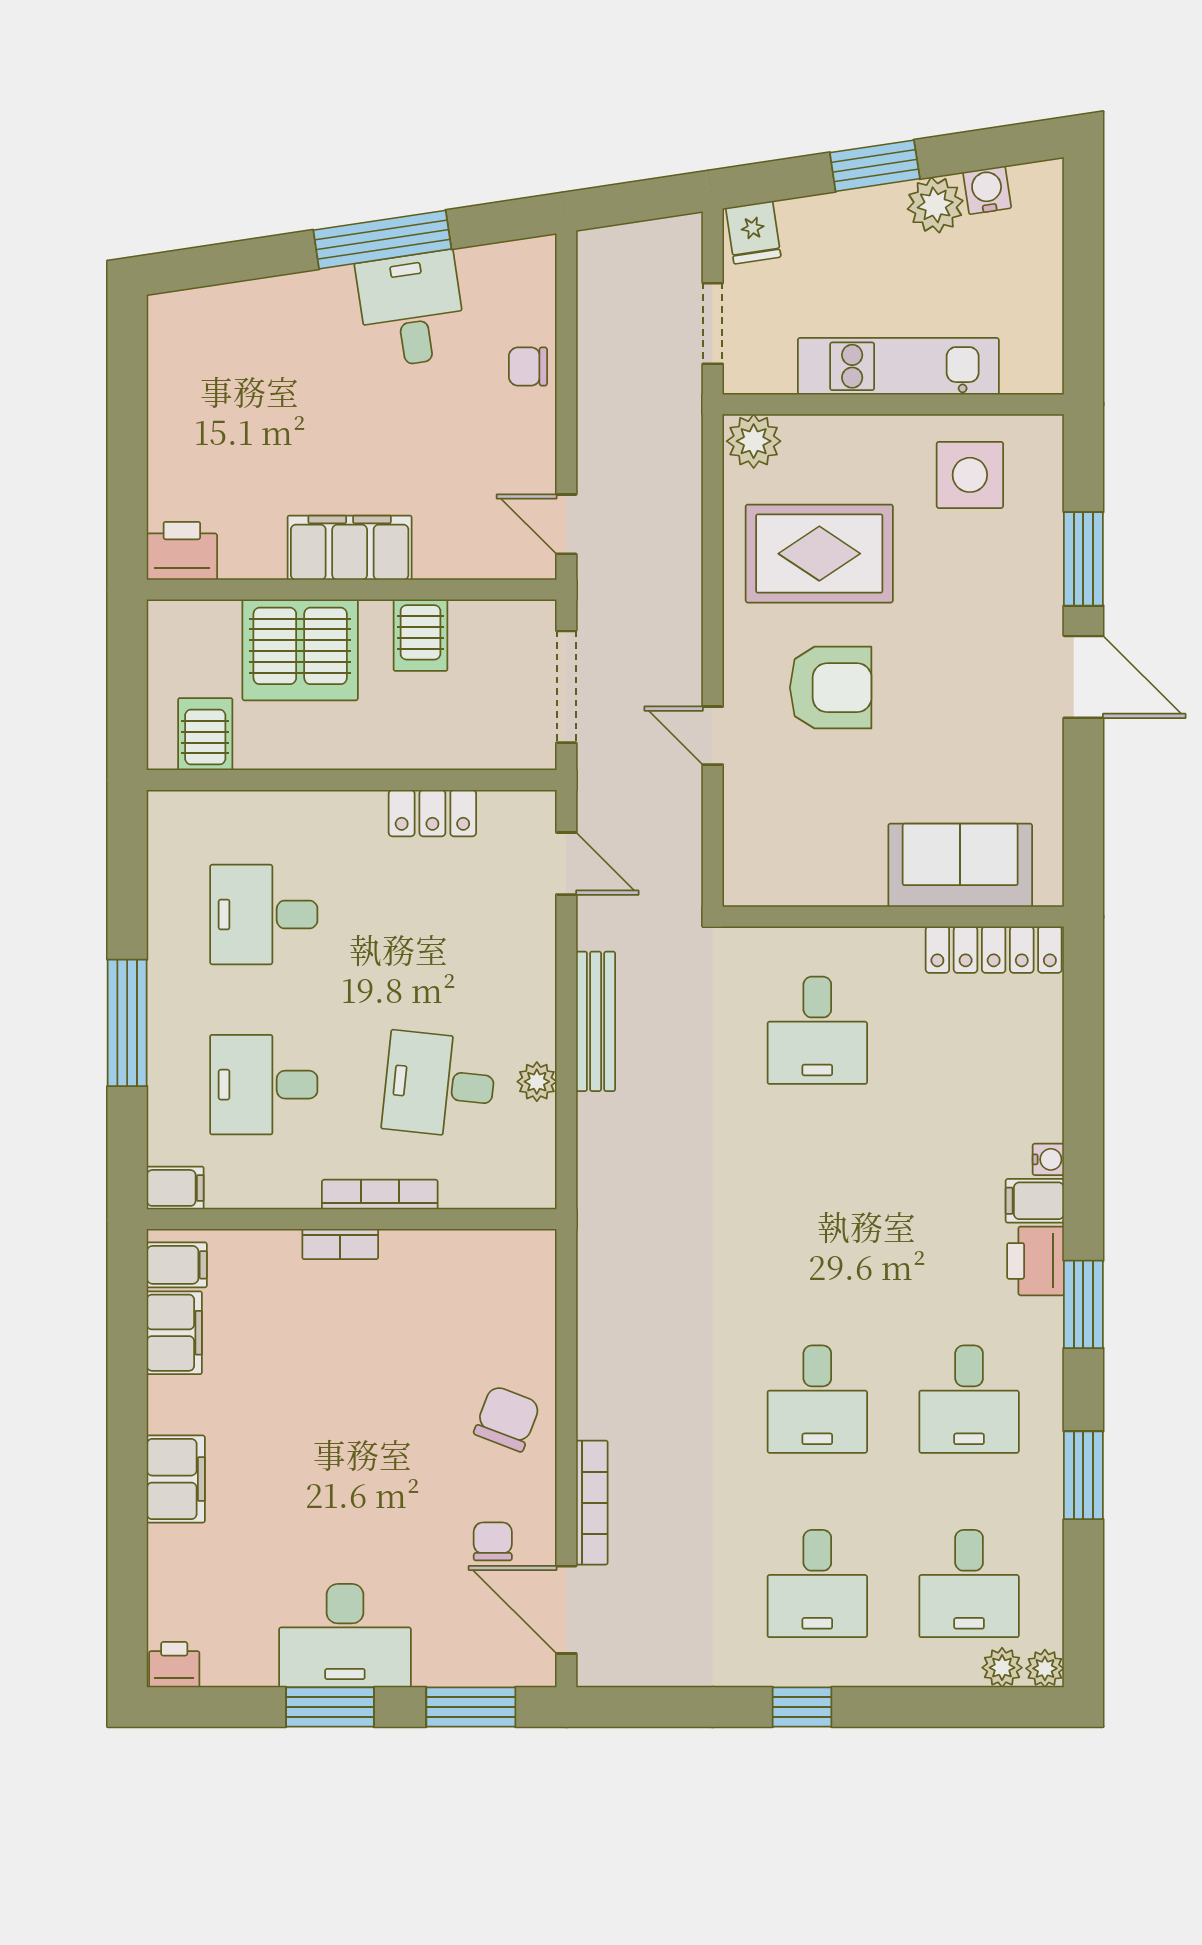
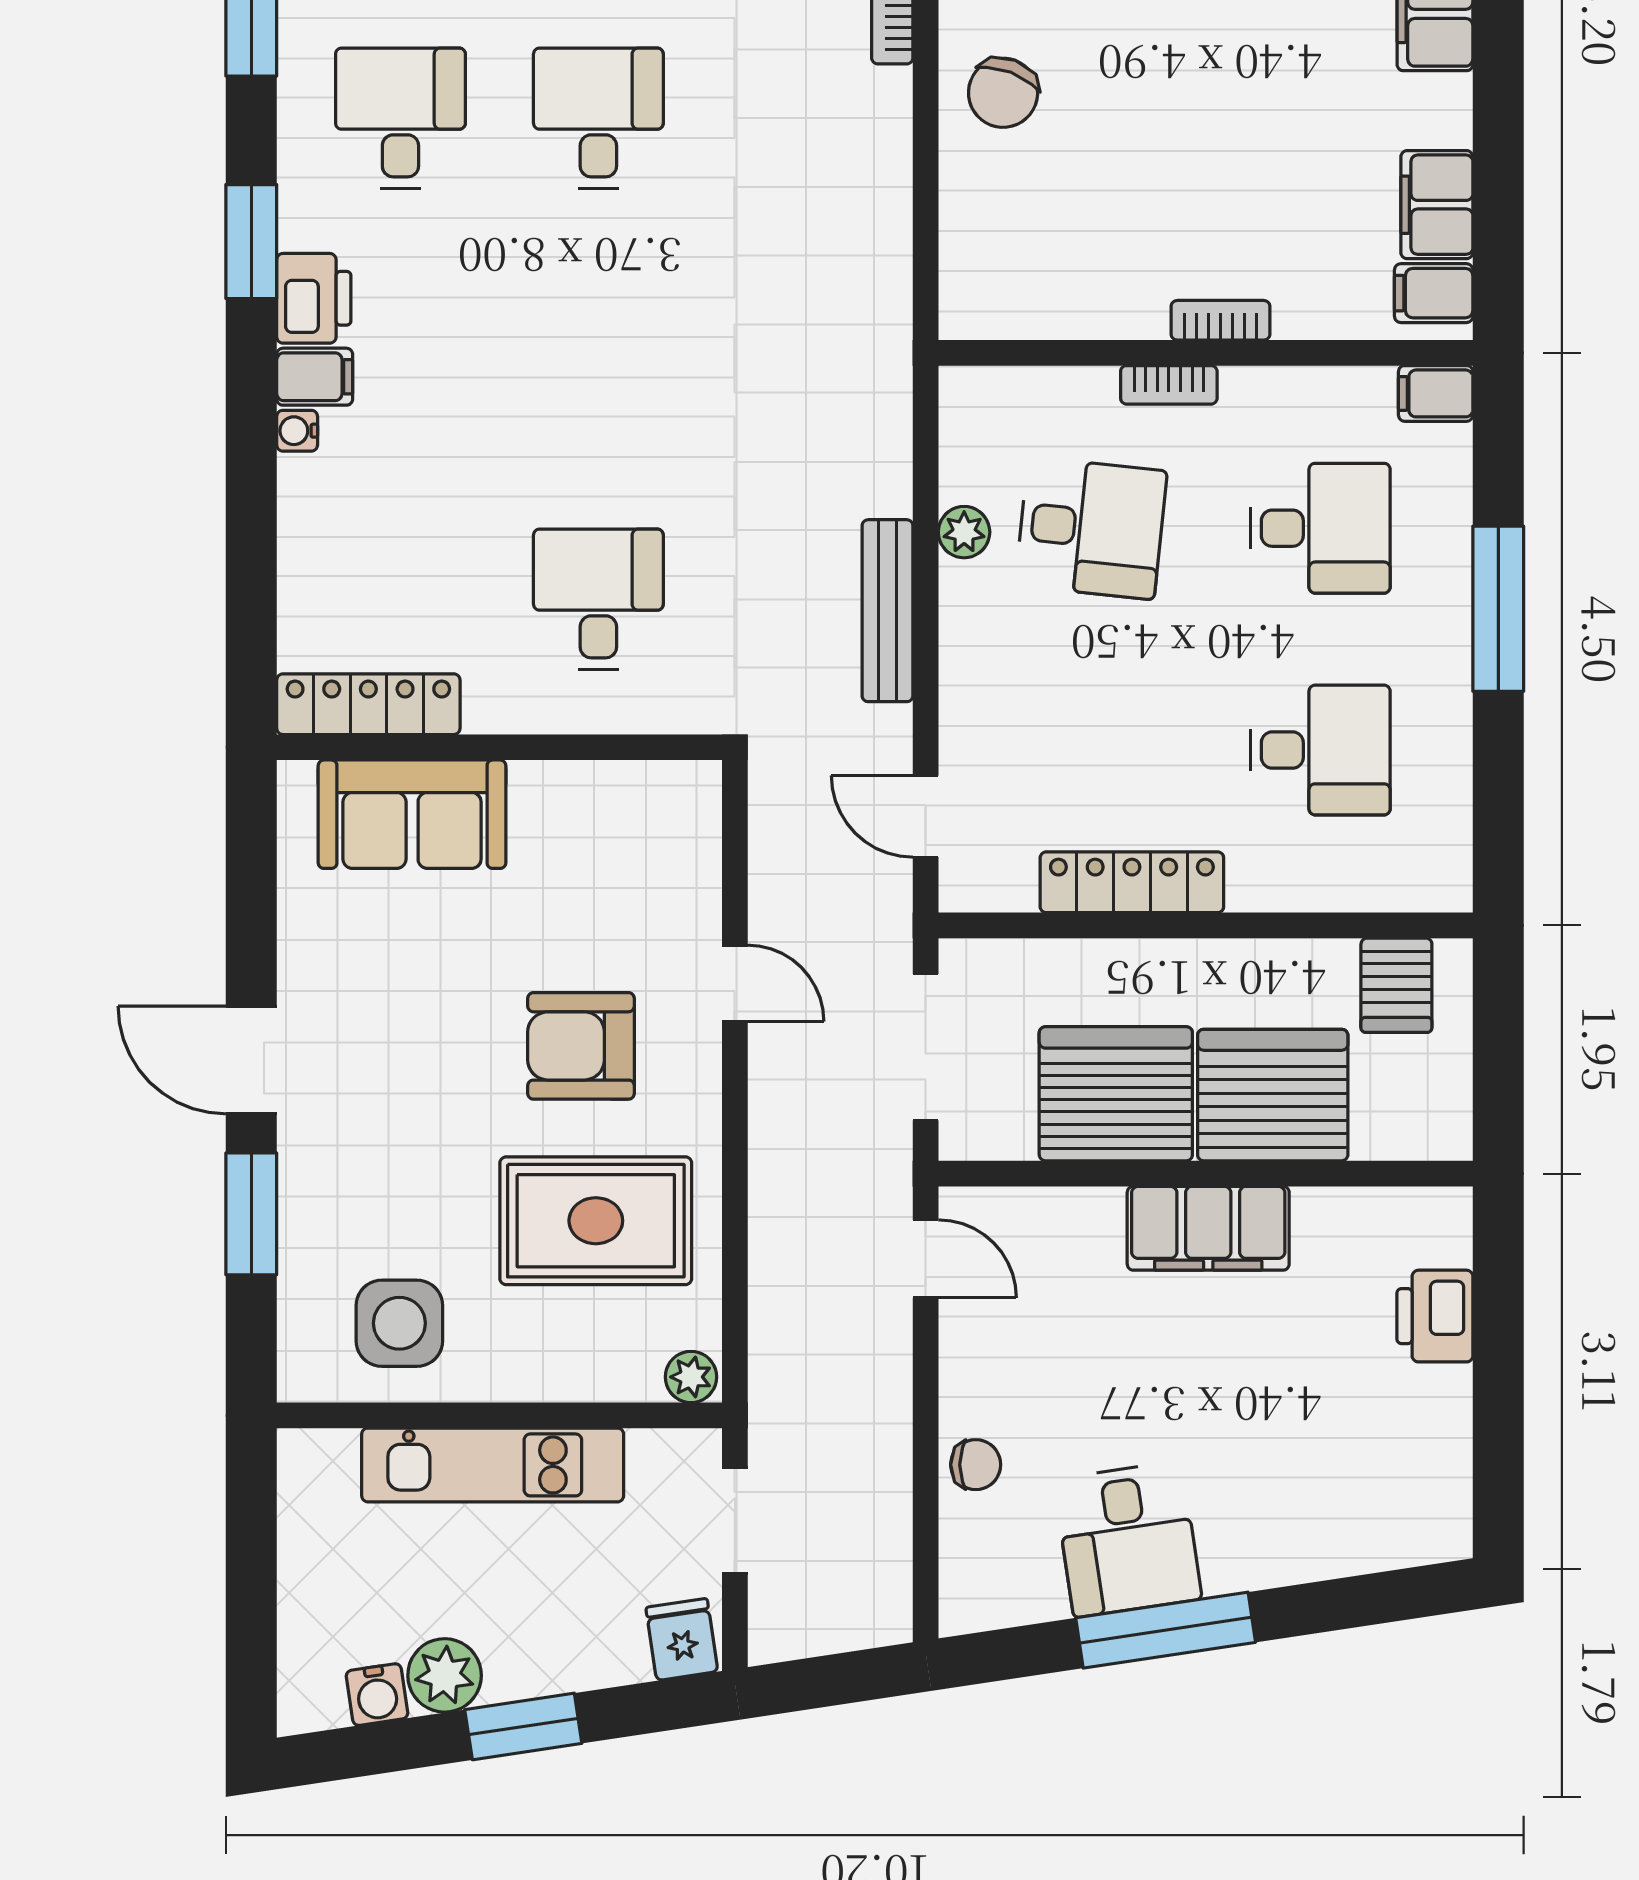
plant: (754, 441) -> (691, 1377), width x0.73, depth x0.73
printer: (182, 551) -> (1435, 1316), moved, turned 90
server rack: (420, 635) -> (1116, 1094), width x2.18, depth x1.44
locker: (432, 813) -> (1132, 882), width x1.53
bookcase: (380, 1195) -> (1169, 385), width x0.64

